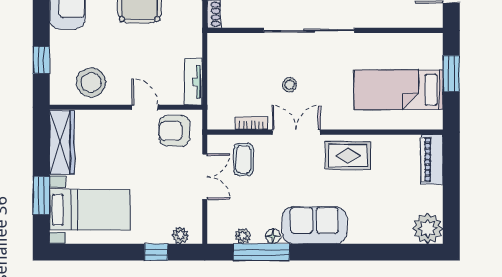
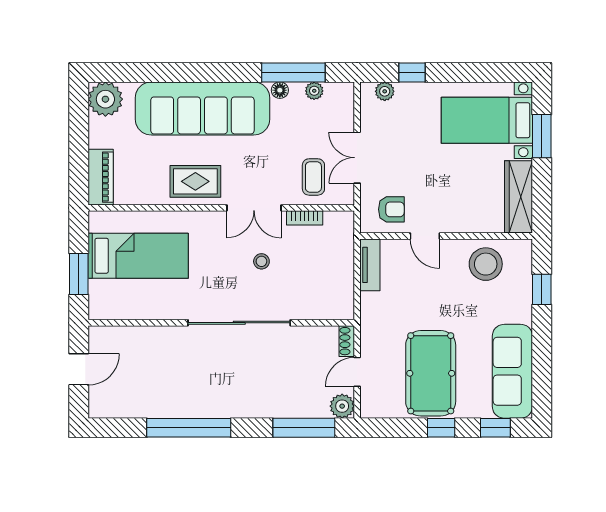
armchair: (174, 131) -> (391, 209), width x0.72, depth x0.72
sofa: (314, 225) -> (202, 108), width x1.85, depth x1.27

